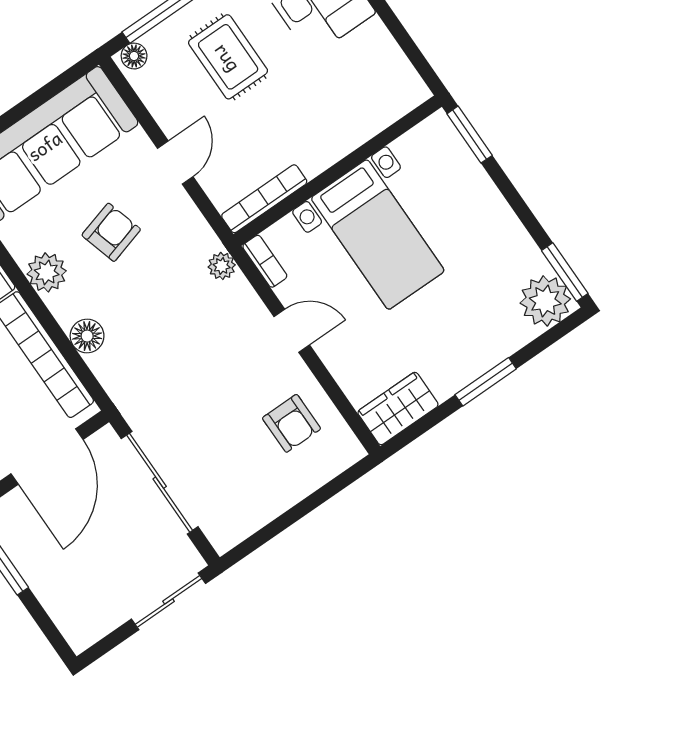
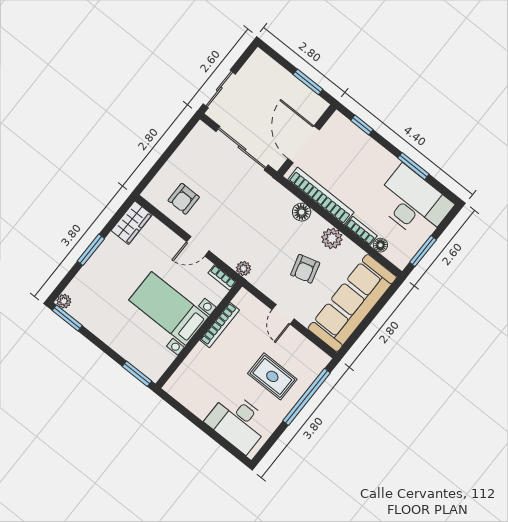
floor lamp: (134, 56) -> (321, 362), removed
bookcase: (264, 199) -> (220, 325), moved
plant: (545, 301) -> (64, 301), width x0.53, depth x0.53
armchair: (291, 423) -> (184, 199), turned -90

